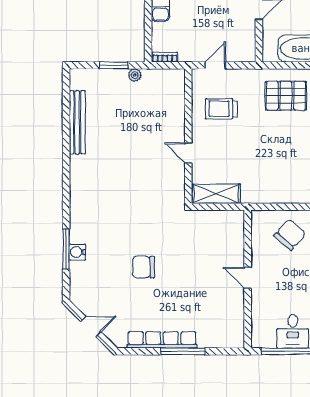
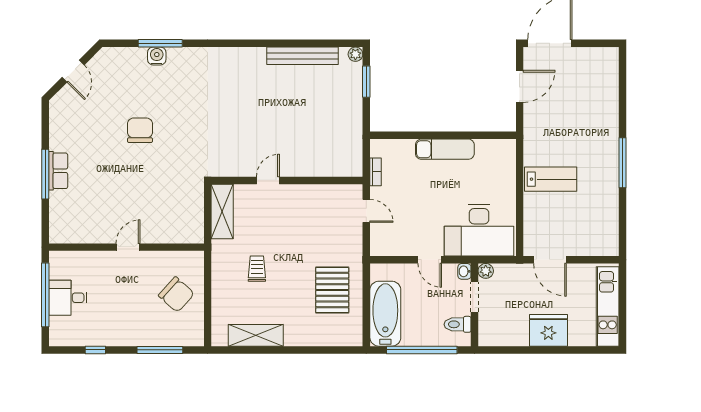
bookcase: (165, 57) -> (376, 172), moved
window: (114, 65) -> (366, 82), moved
plant: (135, 75) -> (355, 54), moved
trolley: (221, 109) -> (257, 269), moved, width x0.73, depth x0.72
row of seats: (162, 340) -> (58, 171), width x0.50

